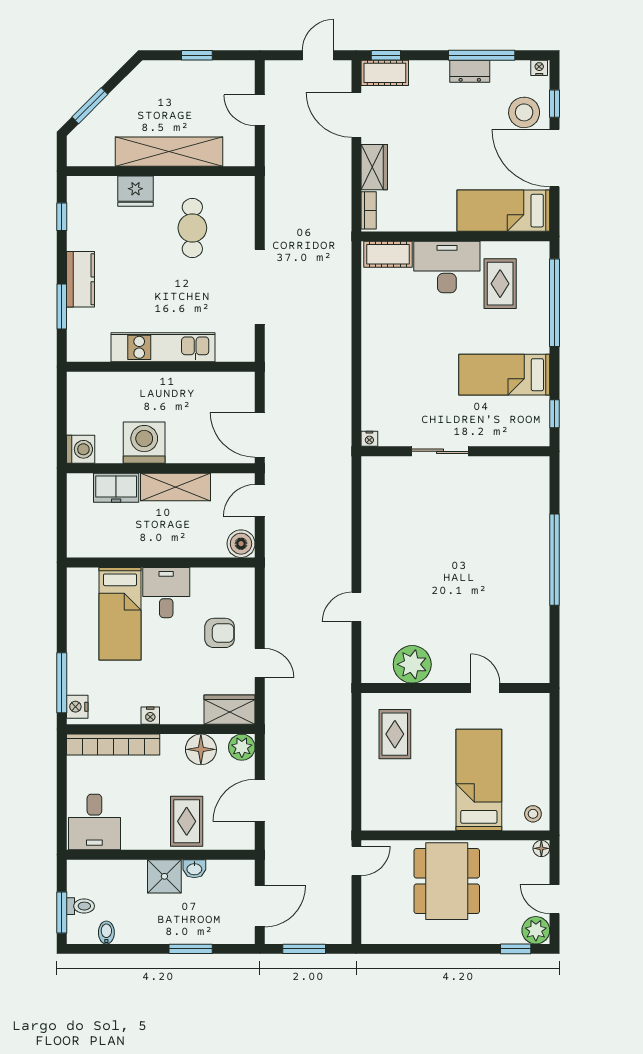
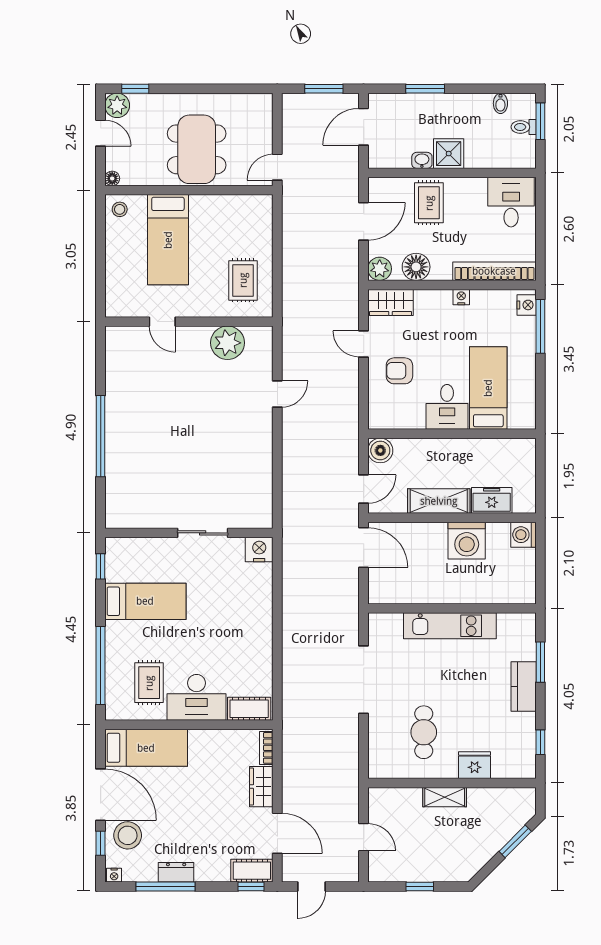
shelving: (169, 152) -> (445, 797), width x0.45, depth x0.75
nightstand: (369, 439) -> (259, 550), width x1.89, depth x1.79

